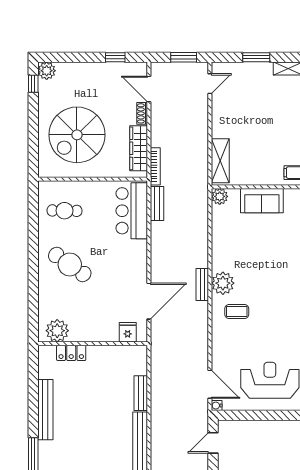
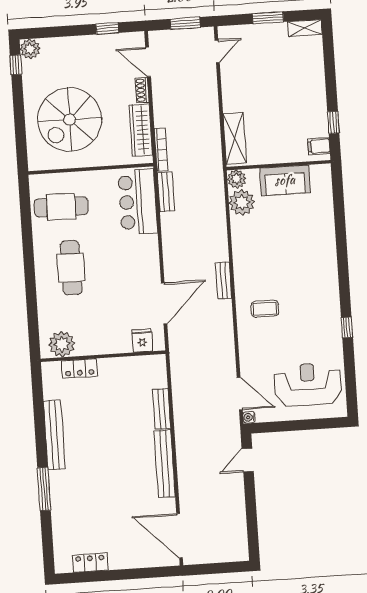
cafe table: (65, 211) -> (61, 207), width x1.37, depth x1.35
cafe table: (70, 264) -> (71, 268), turned 55
plant: (223, 283) -> (242, 202), moved

